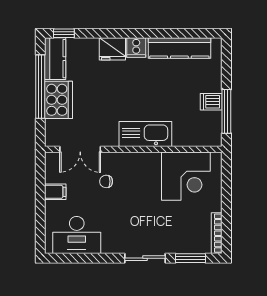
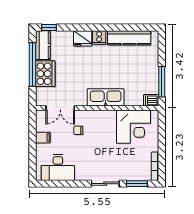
dishwasher: (211, 102) -> (151, 100), moved

